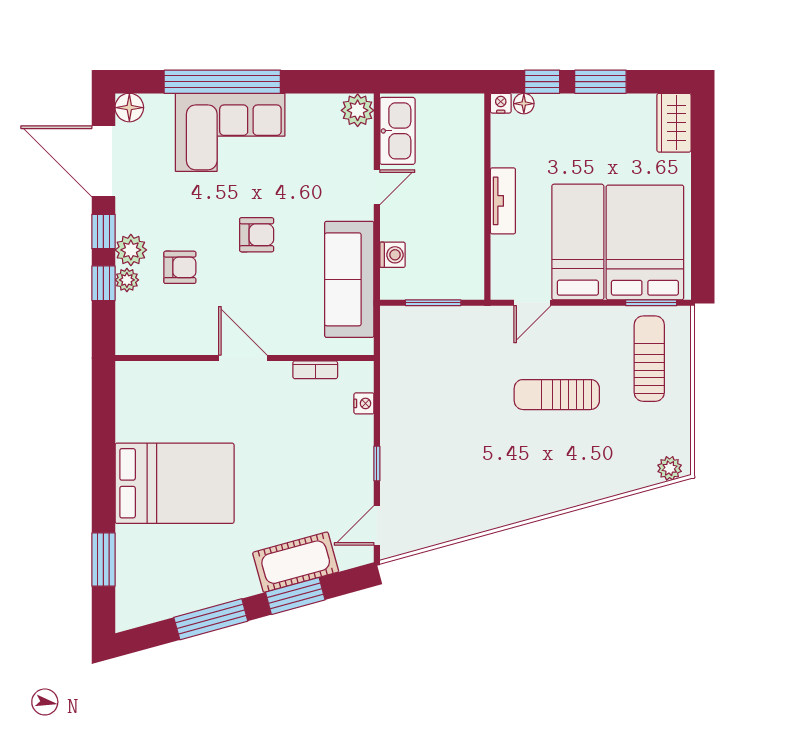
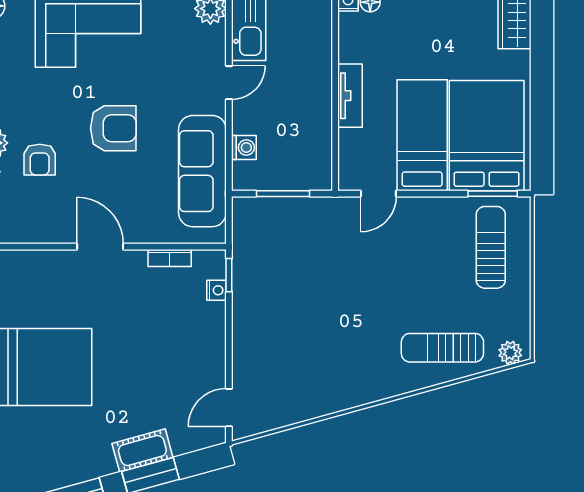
armchair: (257, 235) -> (113, 128), width x1.38, depth x1.38
armchair: (180, 267) -> (40, 160), turned 90
sun lounger: (557, 395) -> (442, 348), moved
window: (377, 463) -> (229, 275), moved
cot: (296, 562) -> (142, 450), width x0.73, depth x0.75

